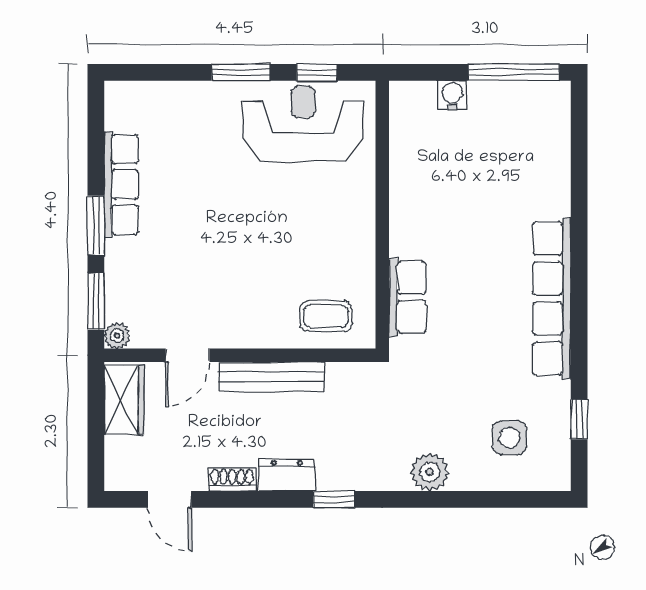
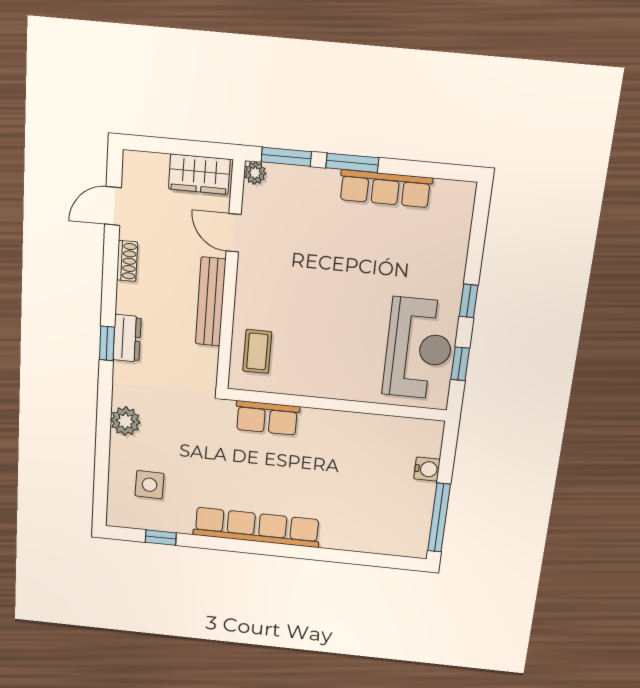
window: (241, 72) -> (469, 301), width x0.67
dresser: (287, 475) -> (127, 338), moved

